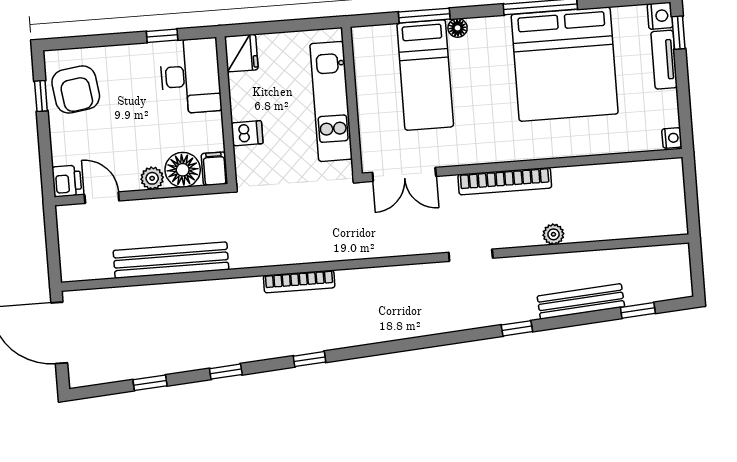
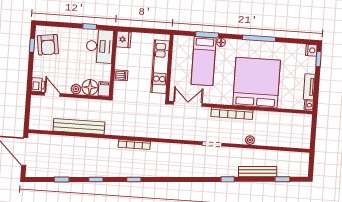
tv unit: (664, 60) -> (309, 87), moved
bed: (565, 64) -> (257, 83), moved, turned 180
double door: (404, 174) -> (188, 104), swing flipped

